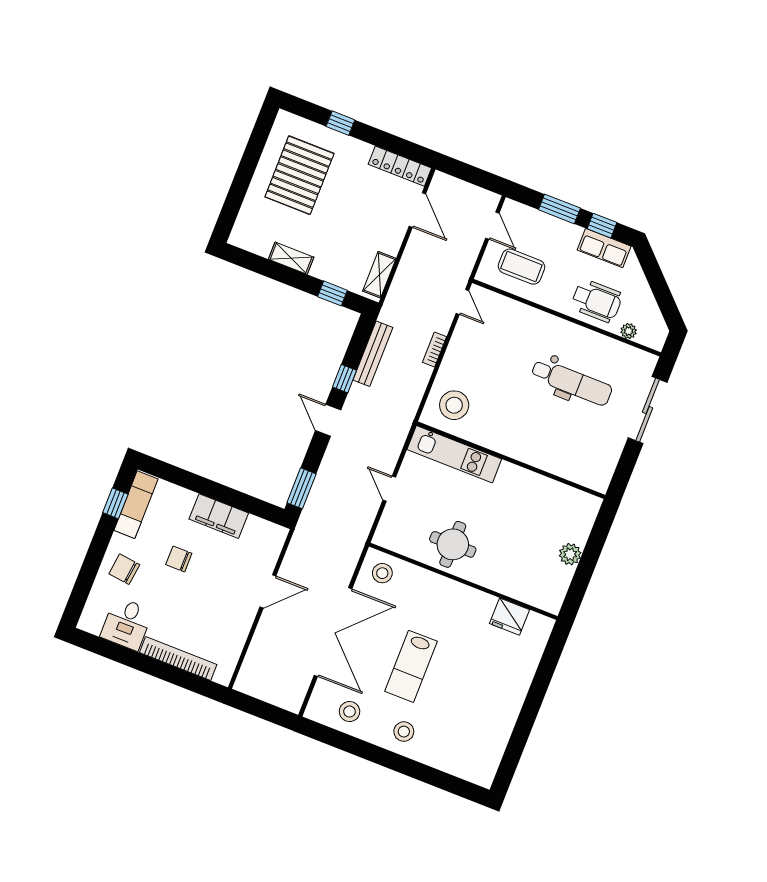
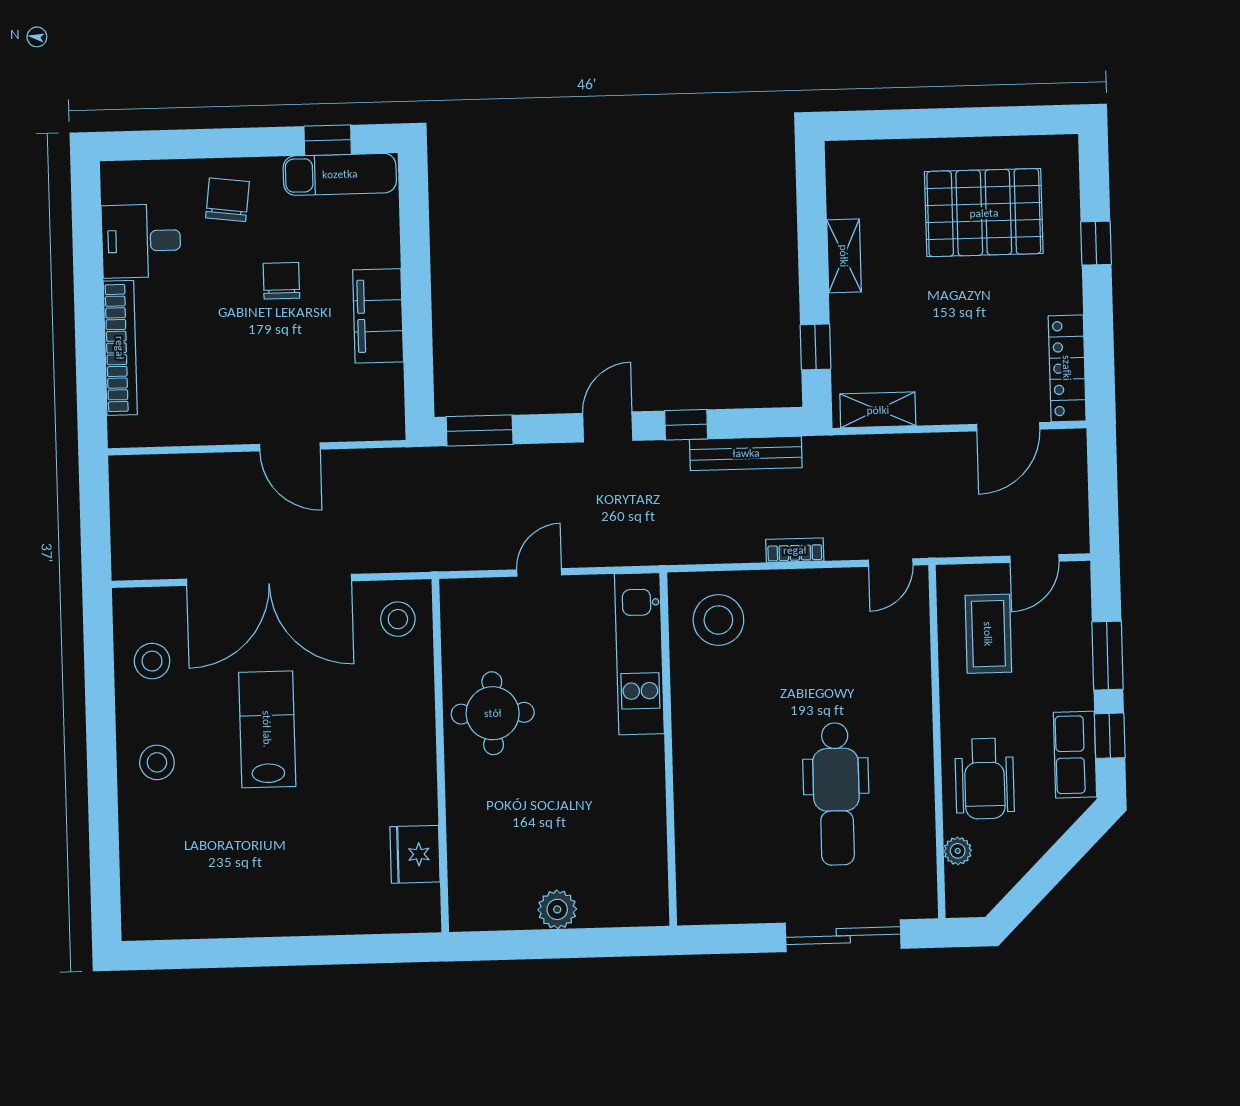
lab bench: (411, 666) -> (267, 729), turned 90

